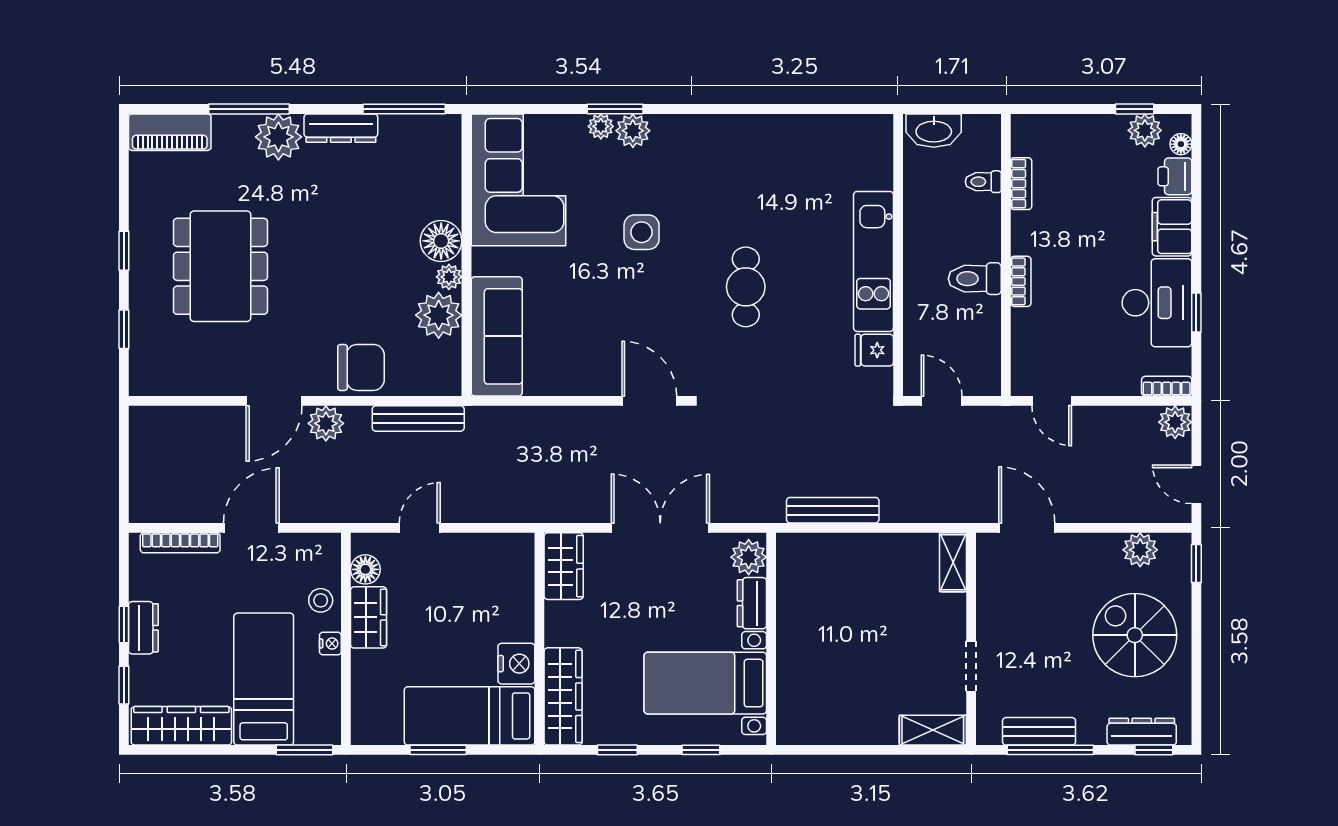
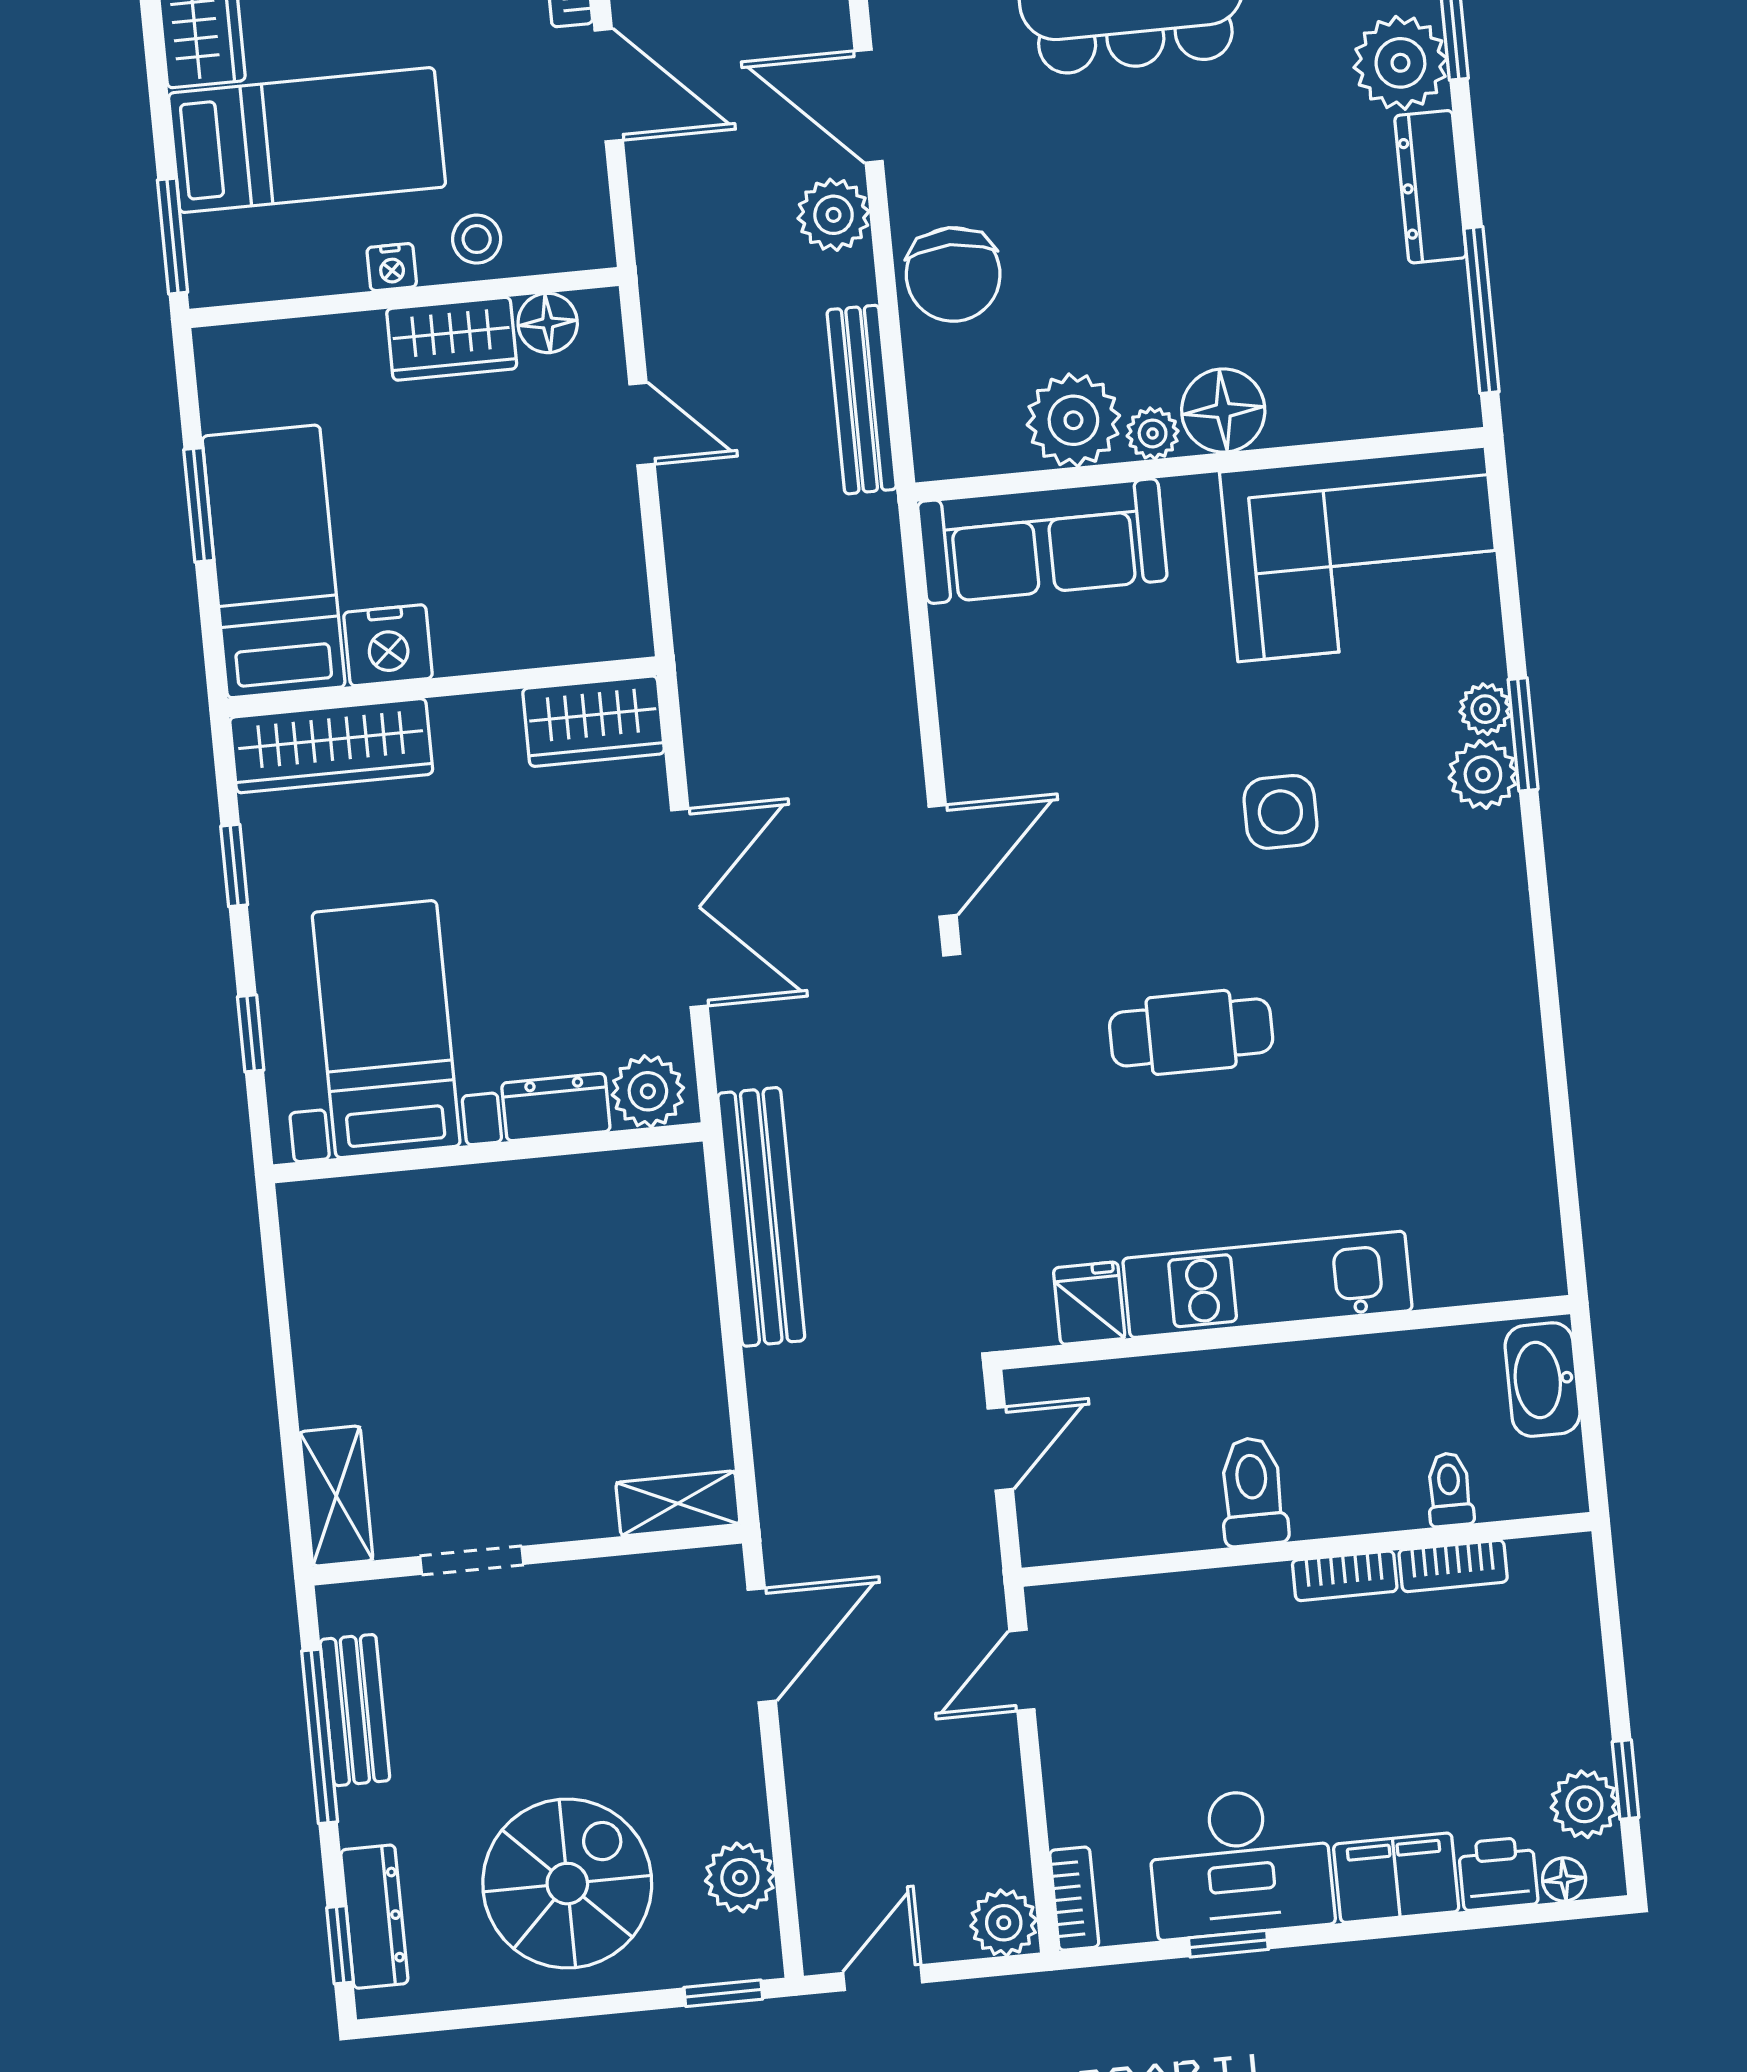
bookcase: (1021, 281) -> (1345, 1576), moved
bench: (833, 510) -> (761, 1217), width x1.37, depth x1.21

